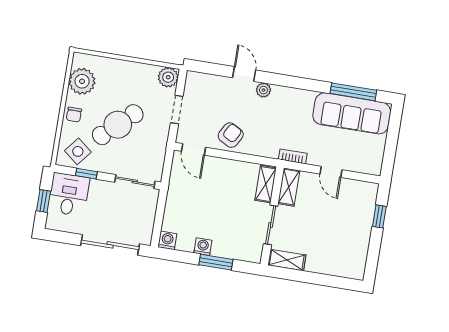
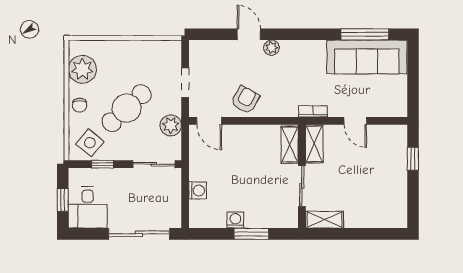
plant: (168, 77) -> (171, 125), moved
desk: (69, 194) -> (88, 207), moved, turned 180
washing machine: (167, 240) -> (198, 190), moved, turned 90

